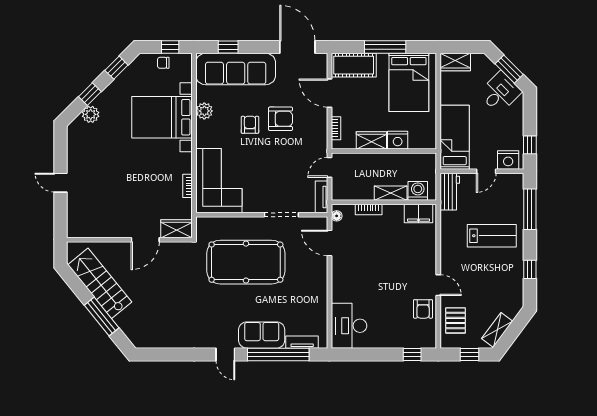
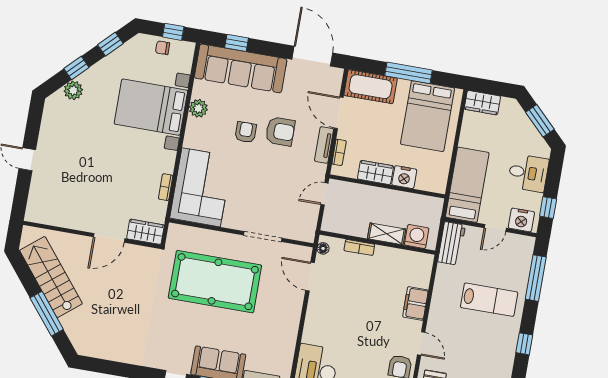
desk: (500, 93) -> (528, 173), moved, turned 45
tv unit: (321, 197) -> (324, 145), moved
filing cabinet: (419, 214) -> (415, 303), moved, turned 90

